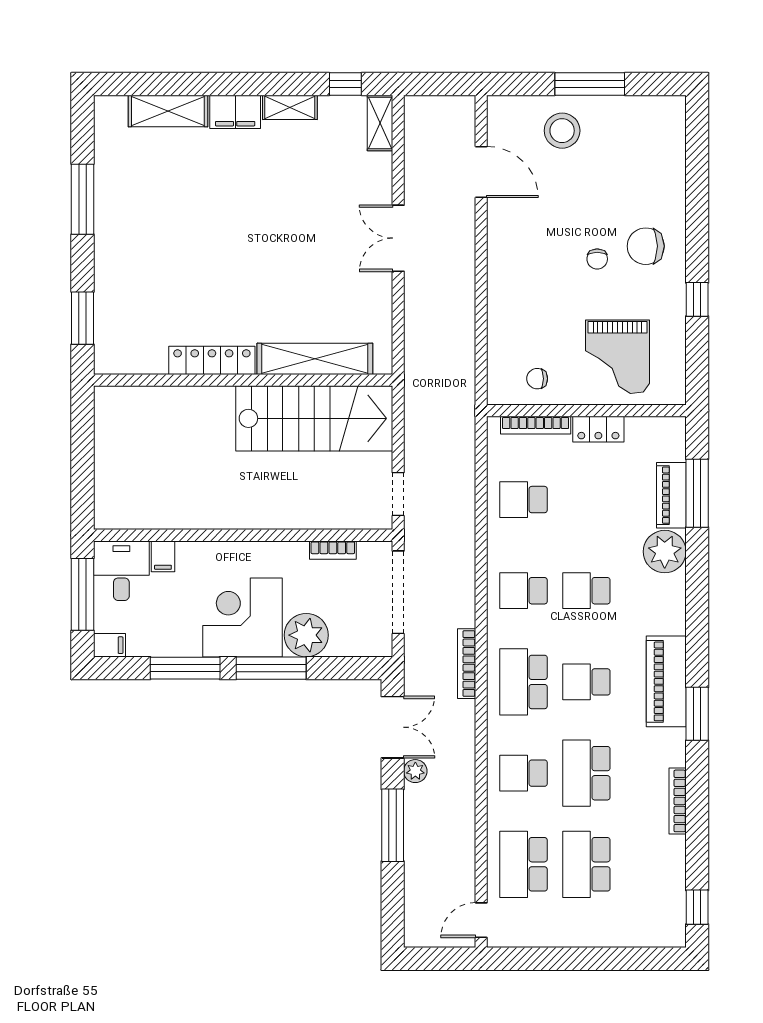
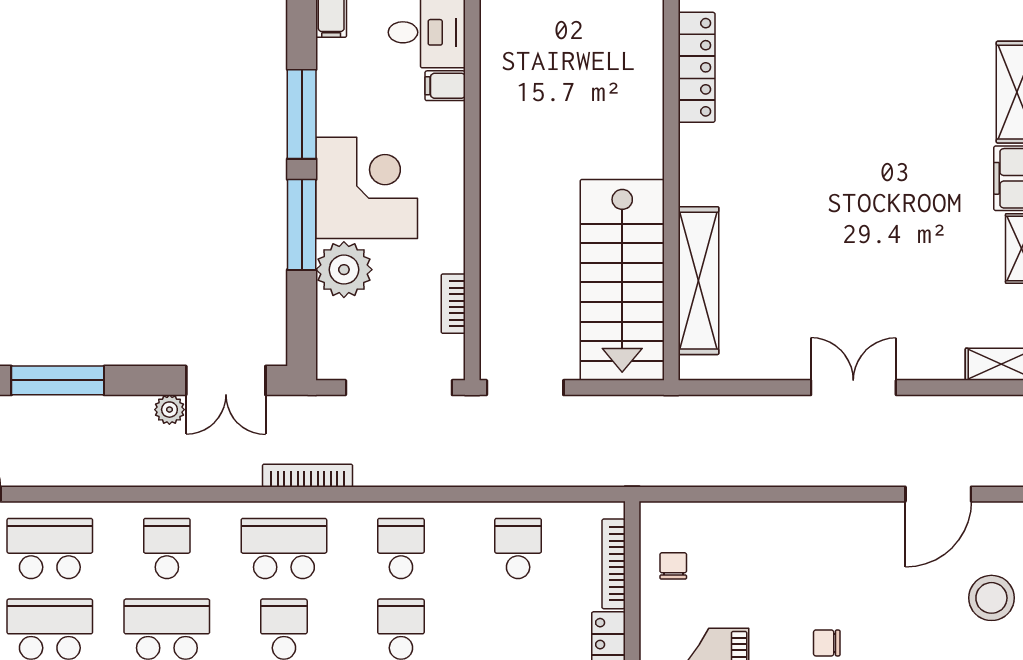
locker: (212, 360) -> (697, 67), moved
doorway: (398, 494) -> (525, 388), width x1.38
window: (393, 825) -> (58, 380), moved

